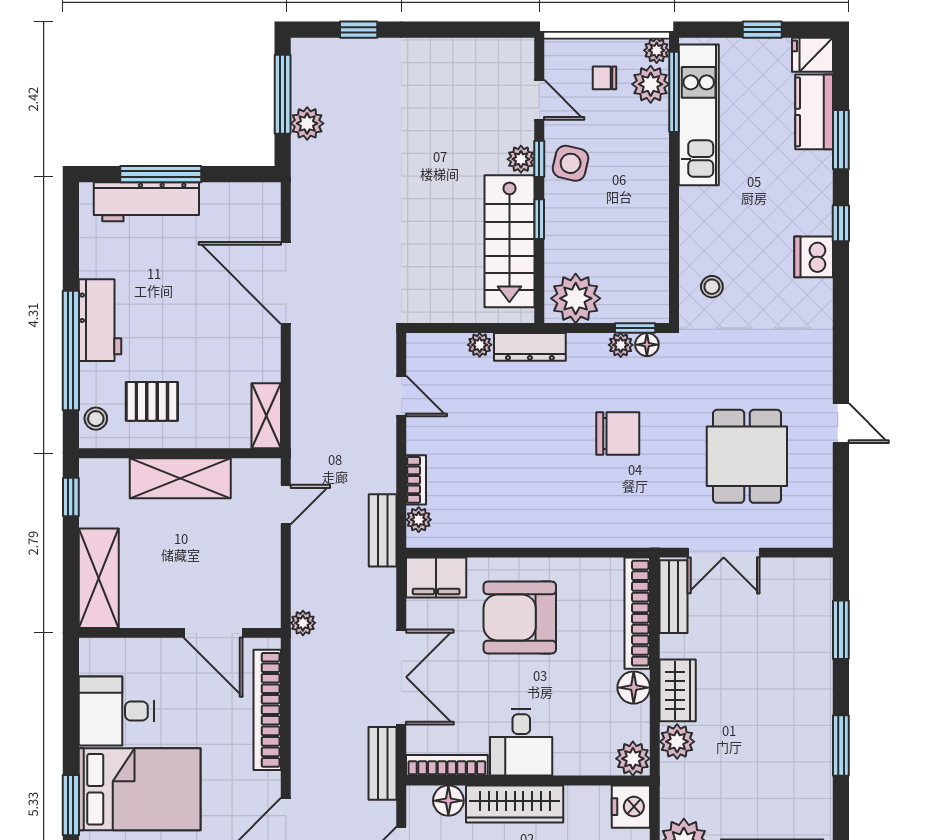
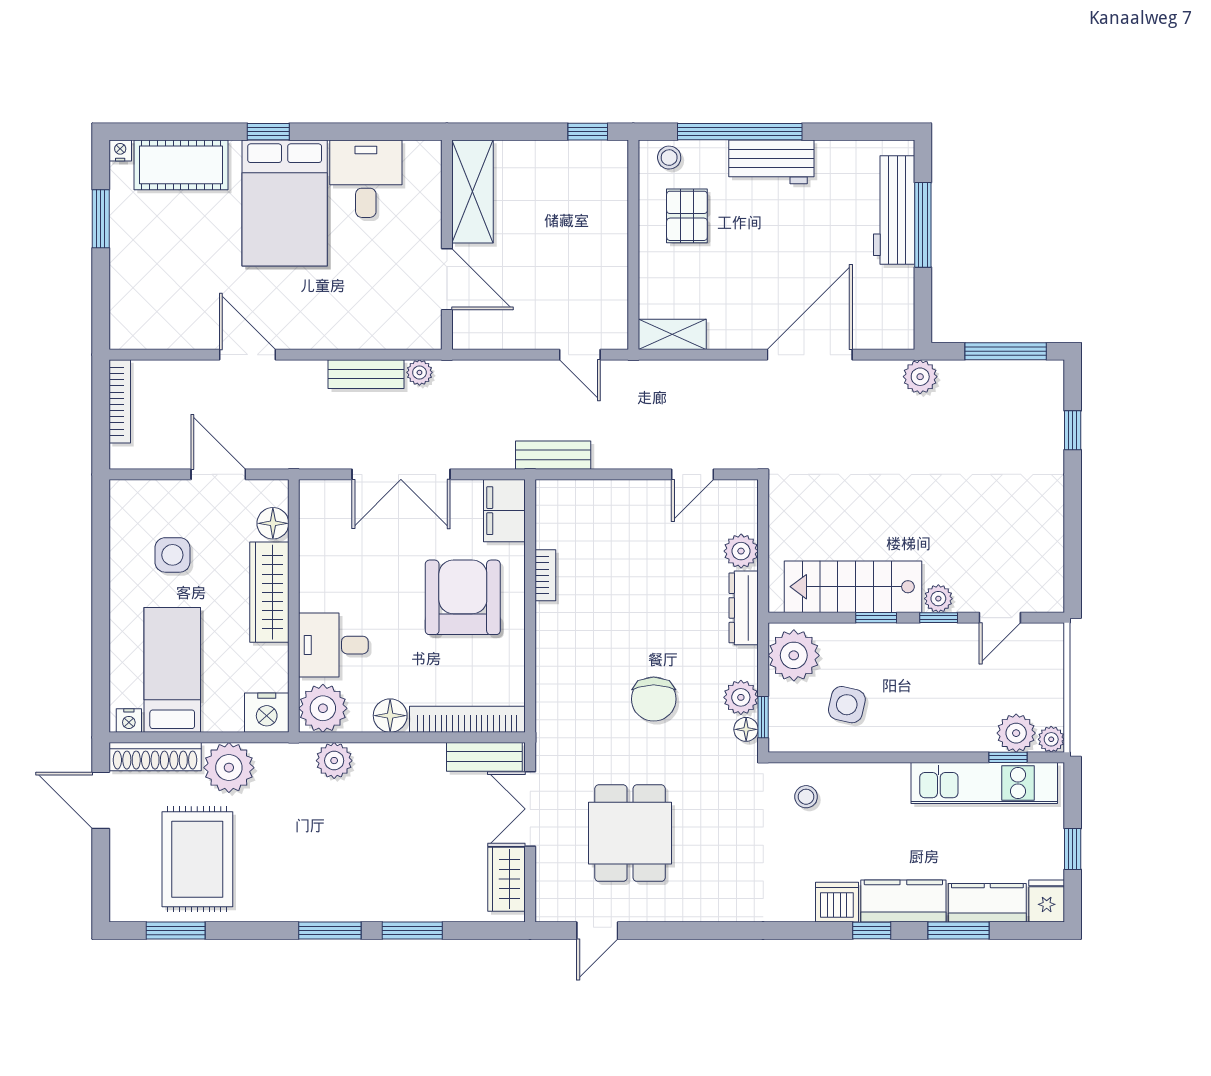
chair: (605, 78) -> (1023, 685), removed
window: (674, 92) -> (1008, 757), width x0.46
plant: (307, 123) -> (920, 377), moved
side table: (571, 163) -> (847, 705), moved
kitchen counter: (812, 193) -> (903, 901), added
plant: (480, 345) -> (741, 551), width x1.38, depth x1.38
plant: (621, 345) -> (741, 697), width x1.38, depth x1.38
door: (841, 423) -> (597, 930), moved
dining table: (747, 456) -> (630, 833), turned 90
shelving: (180, 478) -> (607, 245), removed
bookcase: (416, 480) -> (545, 575), moved, turned -90
plant: (419, 520) -> (564, 492), removed
shelving: (99, 578) -> (473, 192), moved, turned 90
plant: (303, 623) -> (419, 372), moved
window: (841, 630) -> (412, 930), moved
door: (213, 633) -> (447, 279), swing flipped
wardrobe: (678, 690) -> (506, 879), moved, turned 90
bookcase: (267, 710) -> (367, 335), removed
desk: (521, 742) -> (333, 645), moved
plant: (633, 759) -> (323, 708), width x1.36, depth x1.36
bench: (383, 763) -> (366, 374), moved
bookcase: (447, 765) -> (310, 522), removed
window: (71, 805) -> (268, 132), width x0.67

